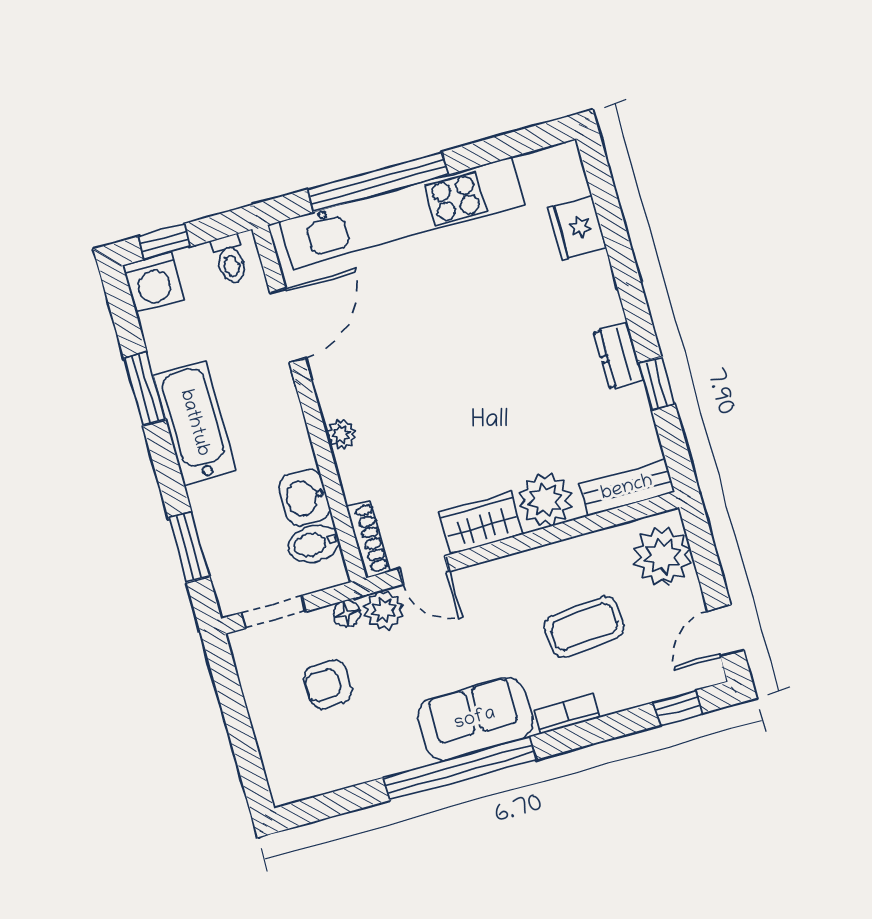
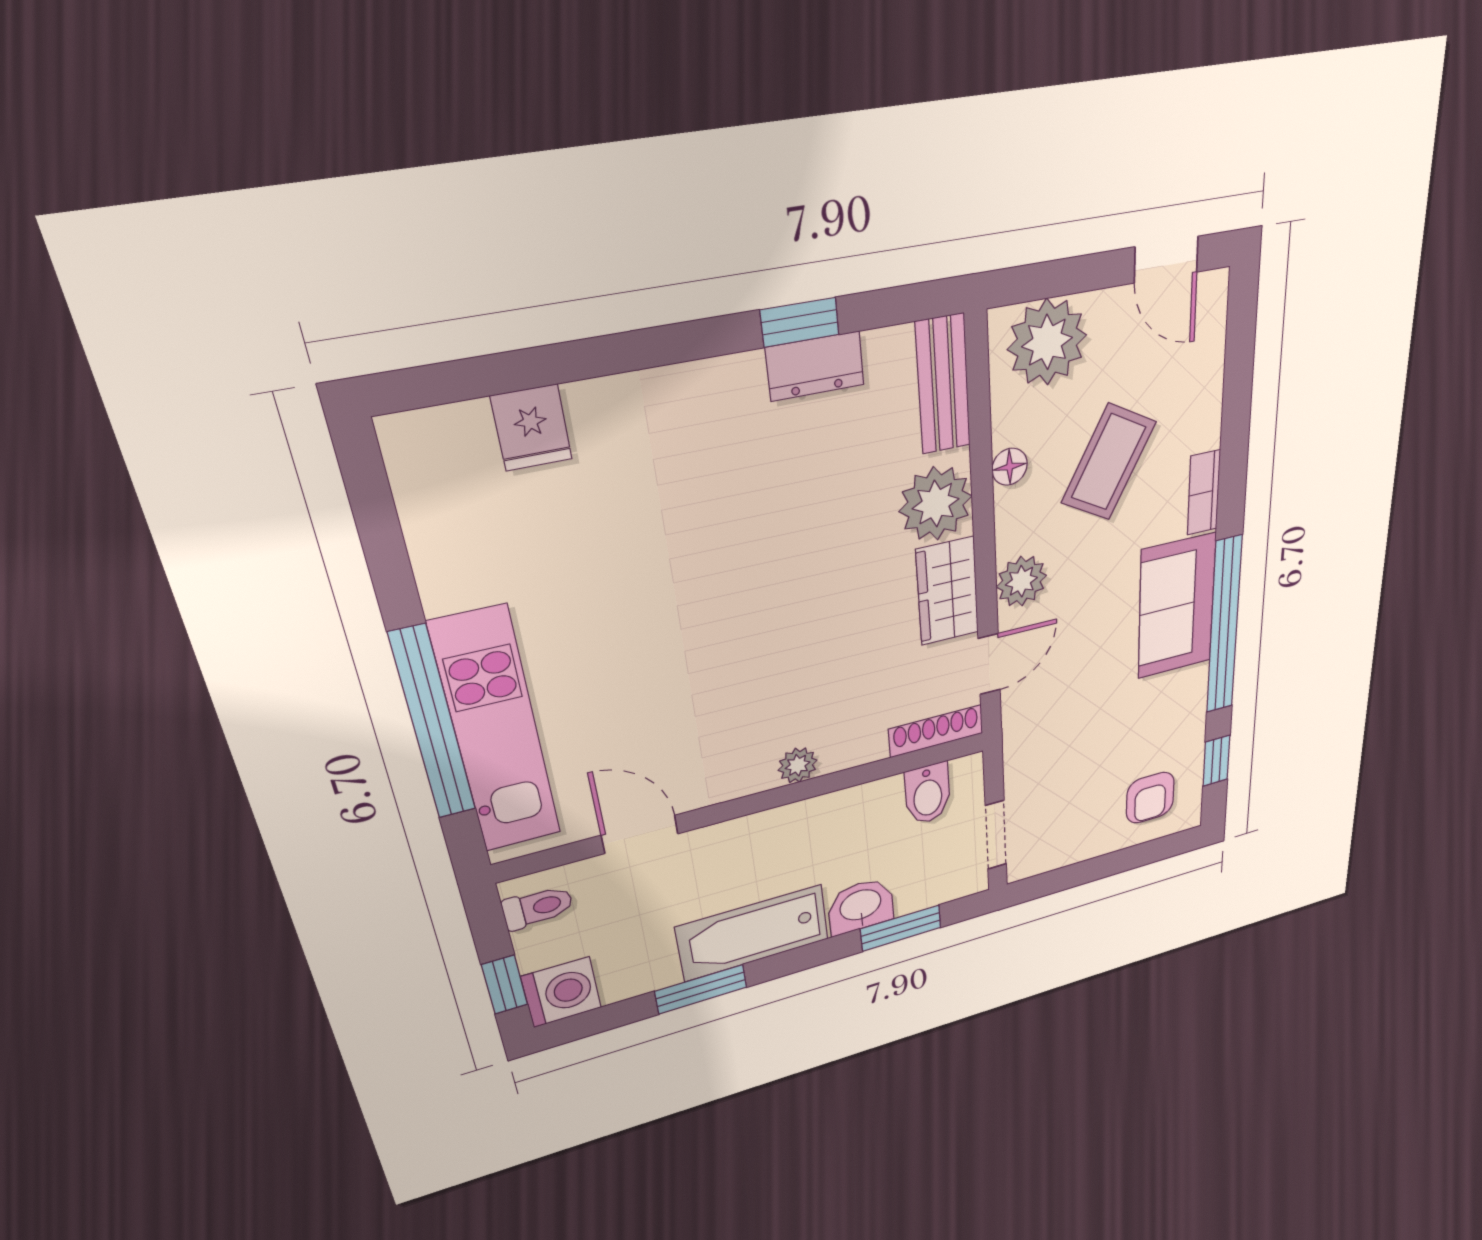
kitchen unit: (402, 213) -> (496, 732), width x0.73
fridge: (577, 228) -> (531, 428), width x0.72
door: (287, 325) -> (640, 834), width x0.73
dresser: (619, 356) -> (815, 366), moved
washbasin: (304, 498) -> (861, 906), moved, turned 180
plant: (384, 610) -> (1021, 581), moved
floor lamp: (347, 613) -> (1010, 467), moved
coffee table: (584, 627) -> (1109, 462), turned 34
armchair: (328, 684) -> (1150, 798), moved
window: (678, 708) -> (1216, 761), moved

